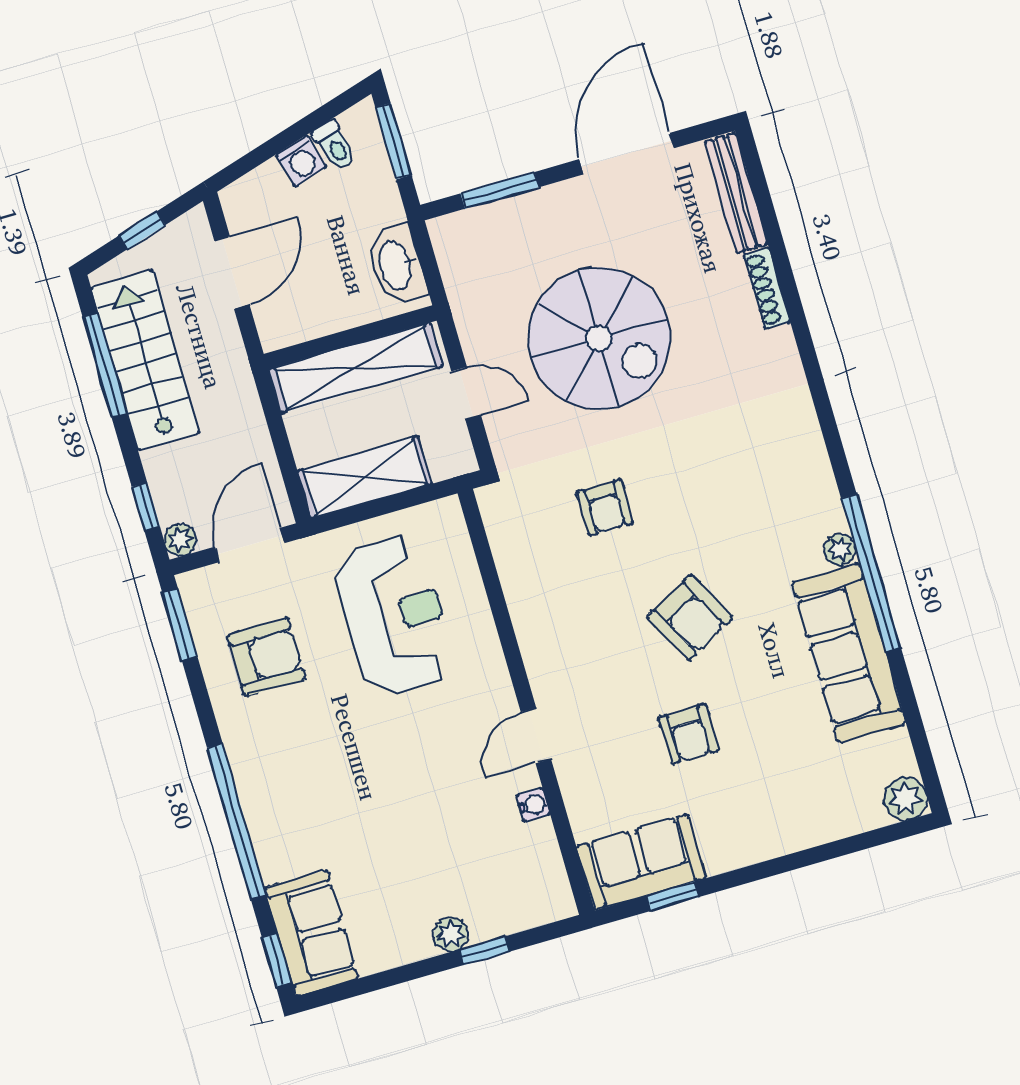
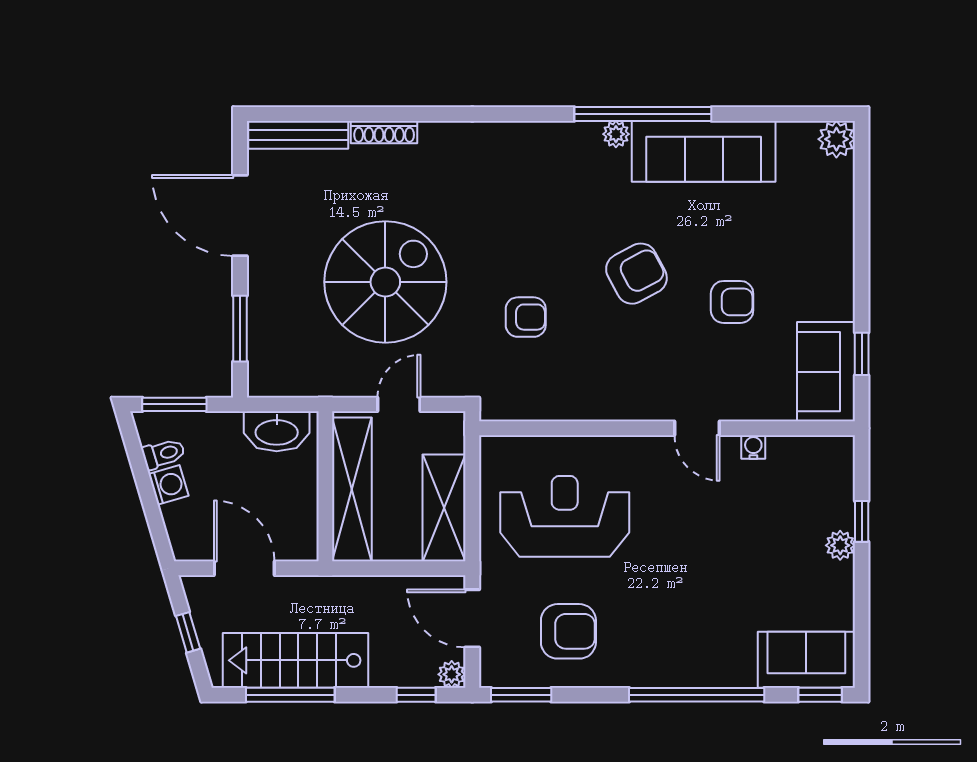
armchair: (266, 657) -> (568, 631), turned 90

